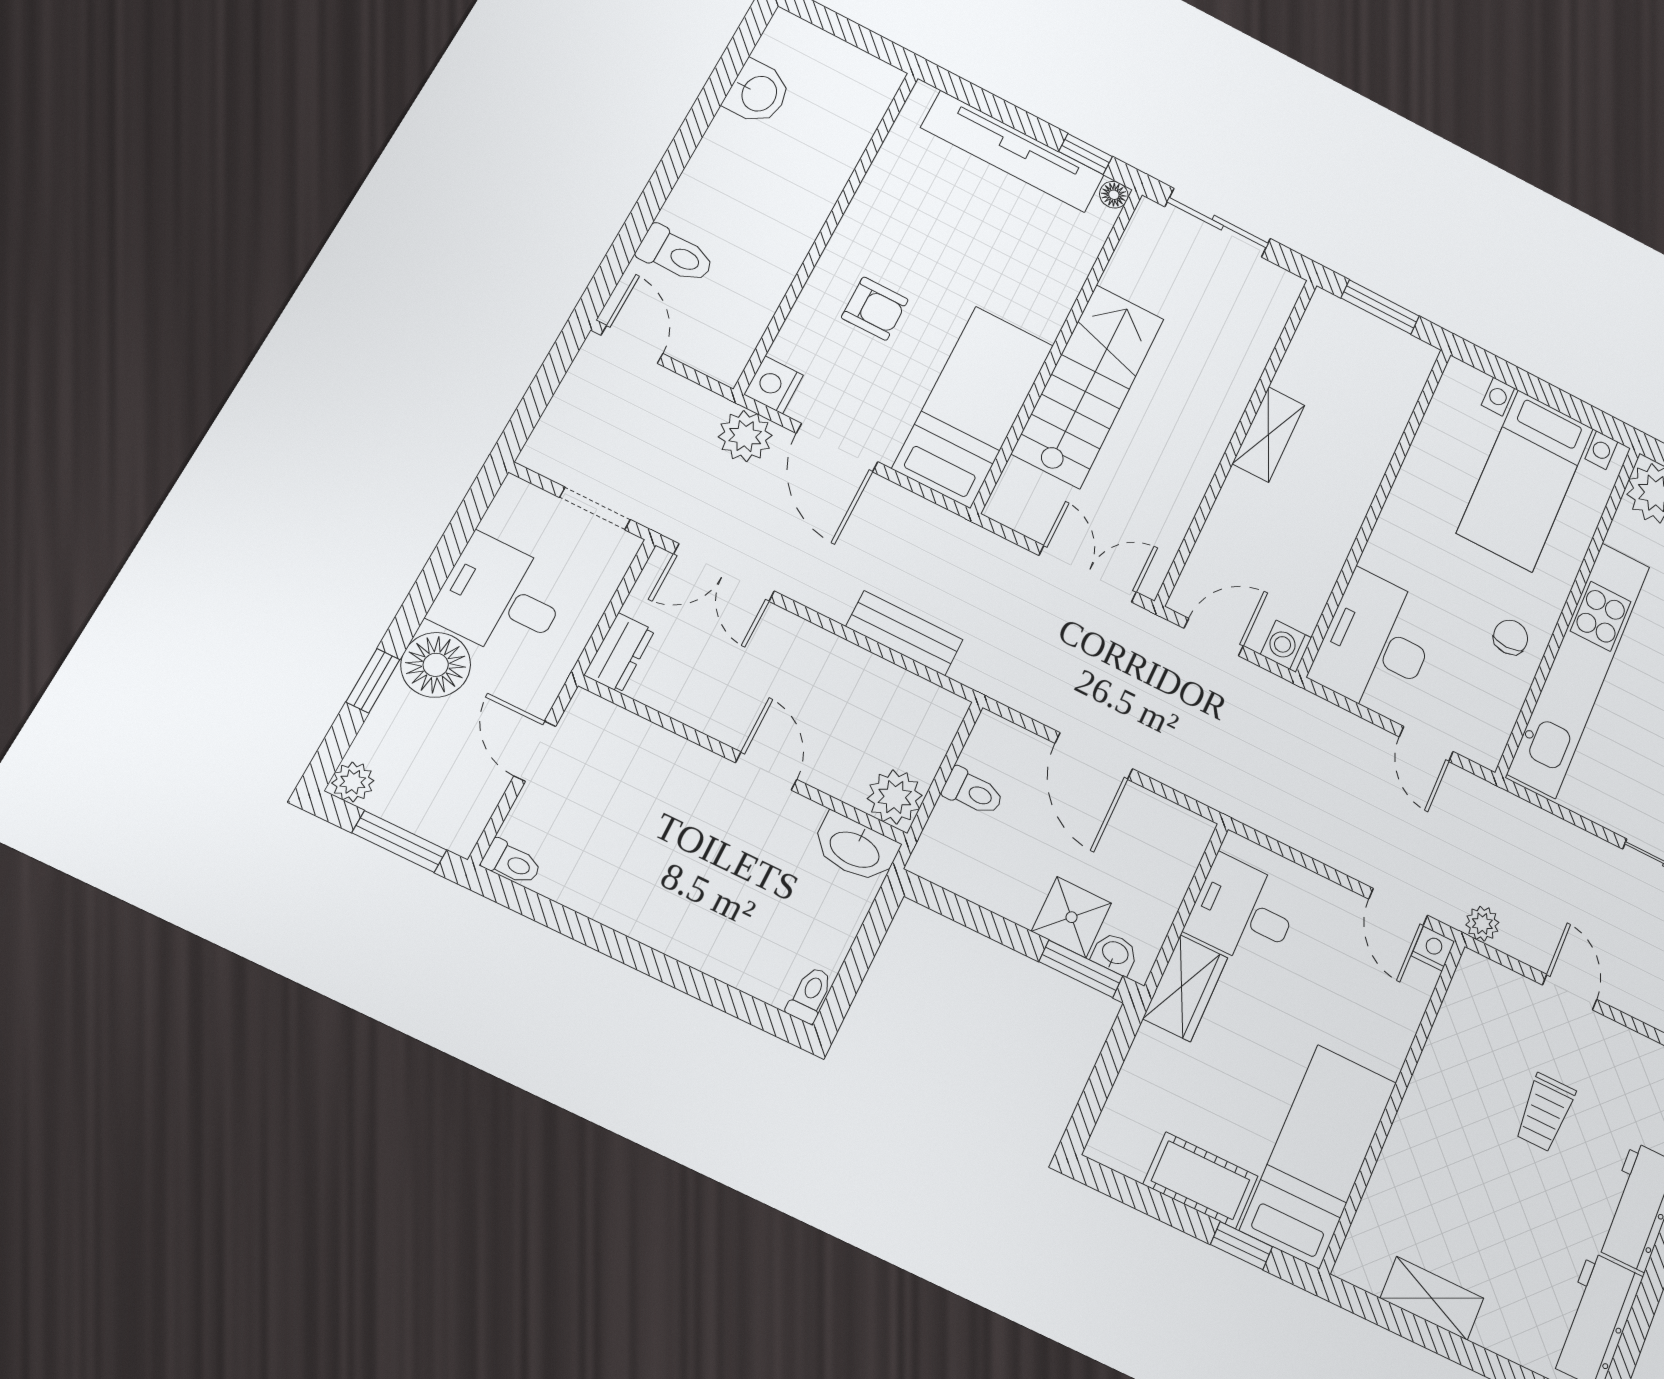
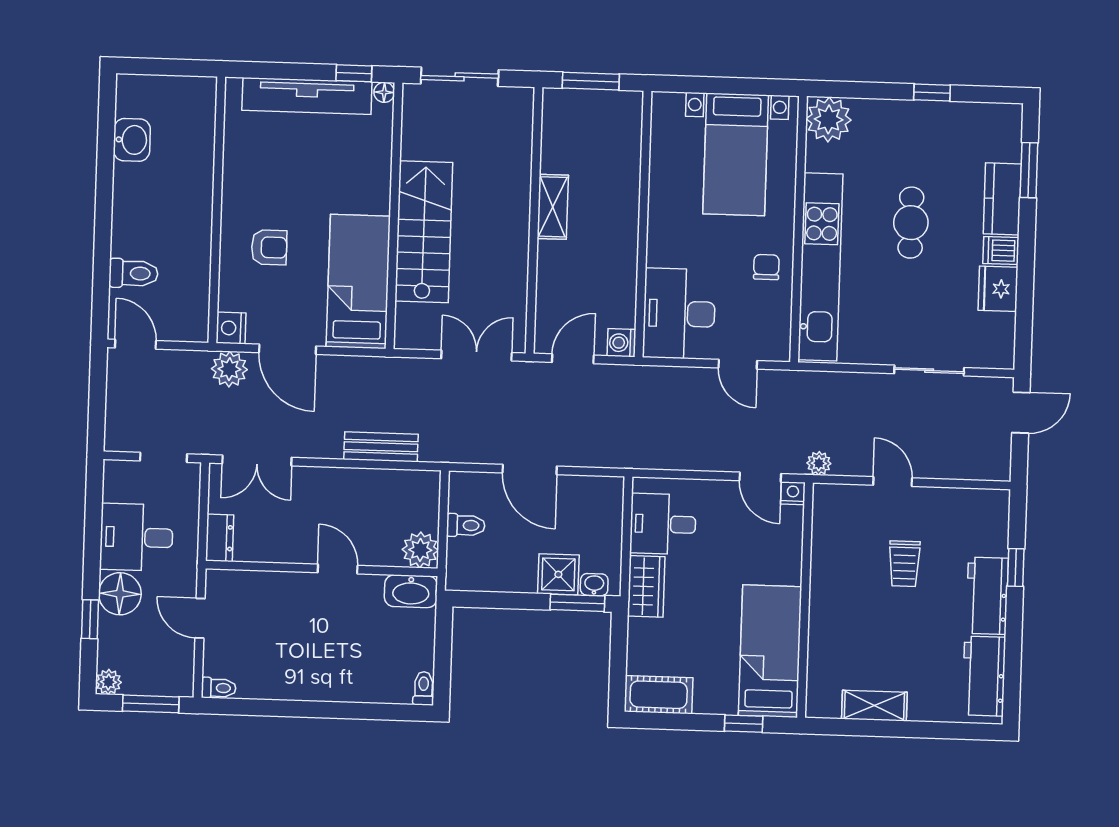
cot: (1201, 1180) -> (659, 695), moved

